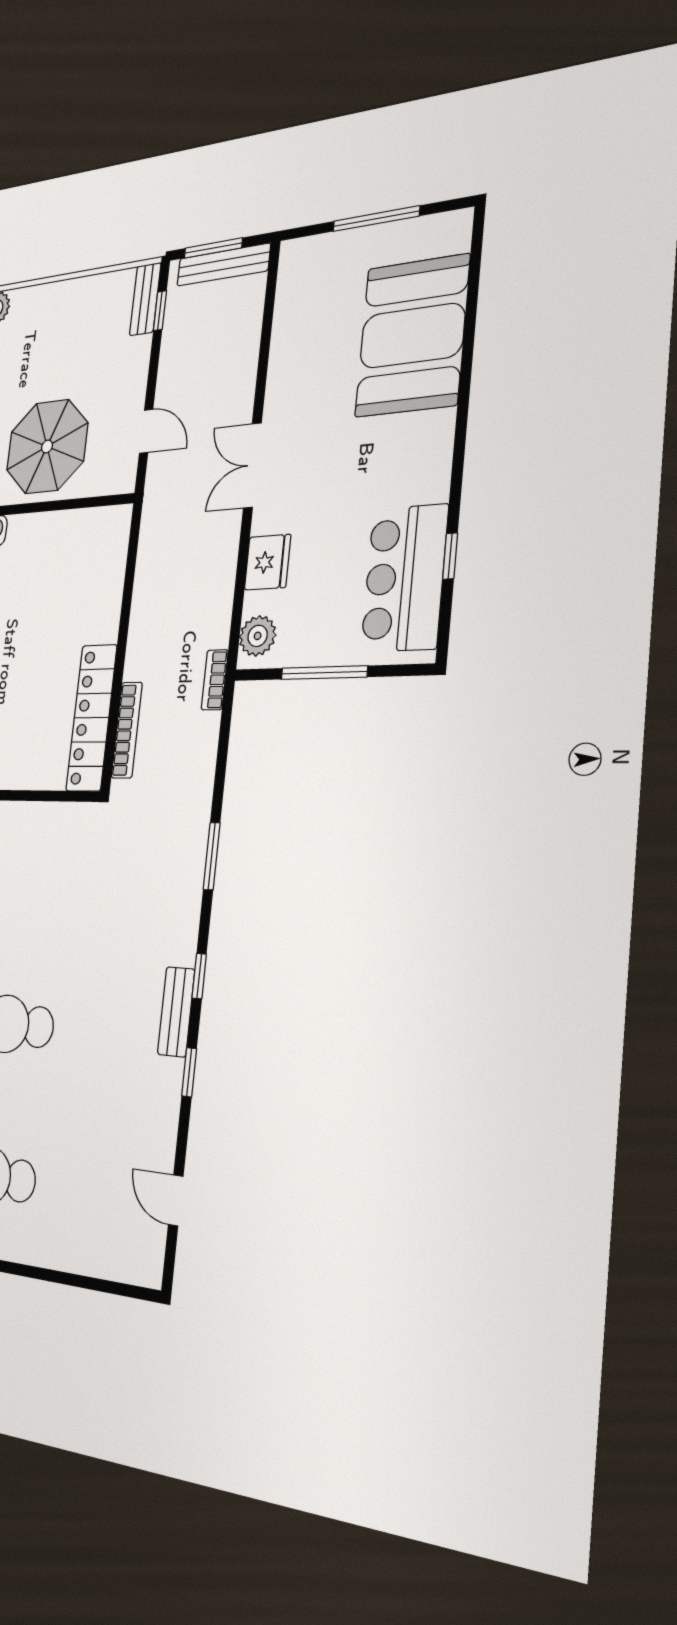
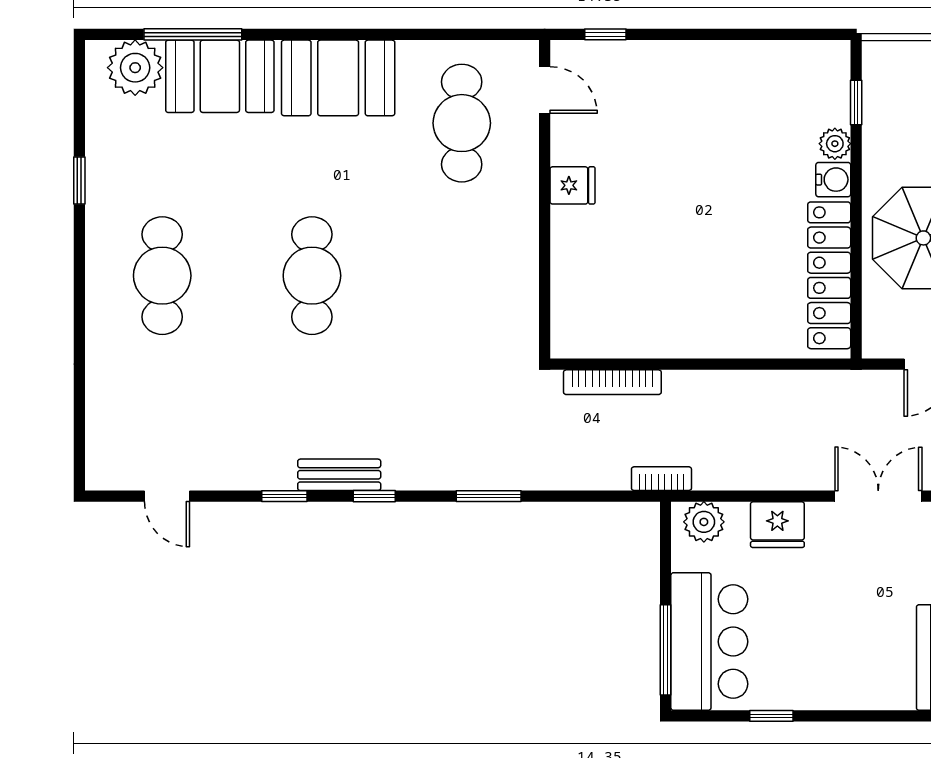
bar counter: (404, 578) -> (709, 642), moved, turned 90
window: (324, 673) -> (666, 650), moved
locker: (91, 718) -> (829, 275), moved, turned -90
door: (176, 1200) -> (167, 496), swing flipped

